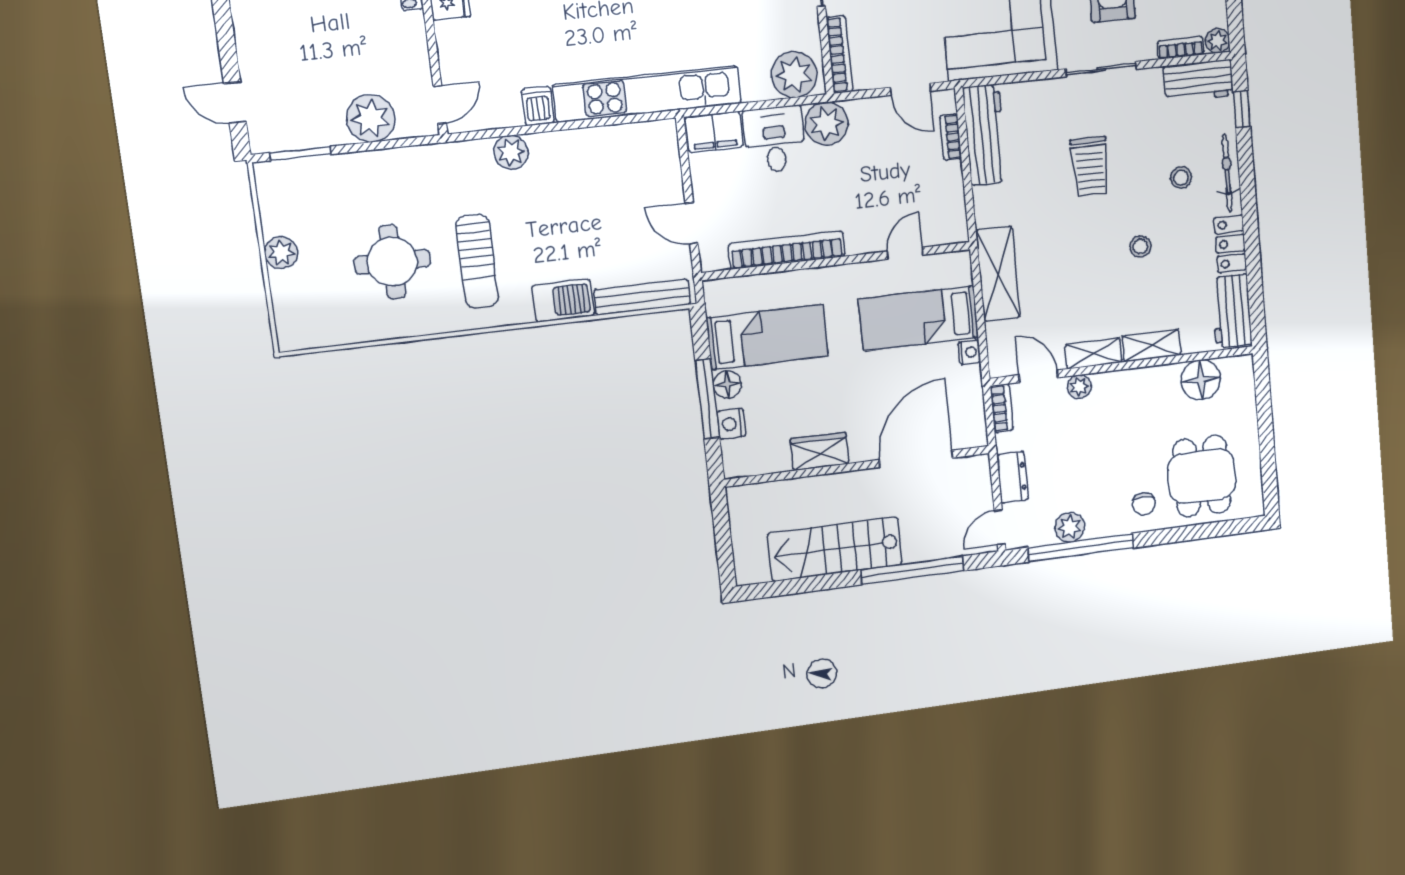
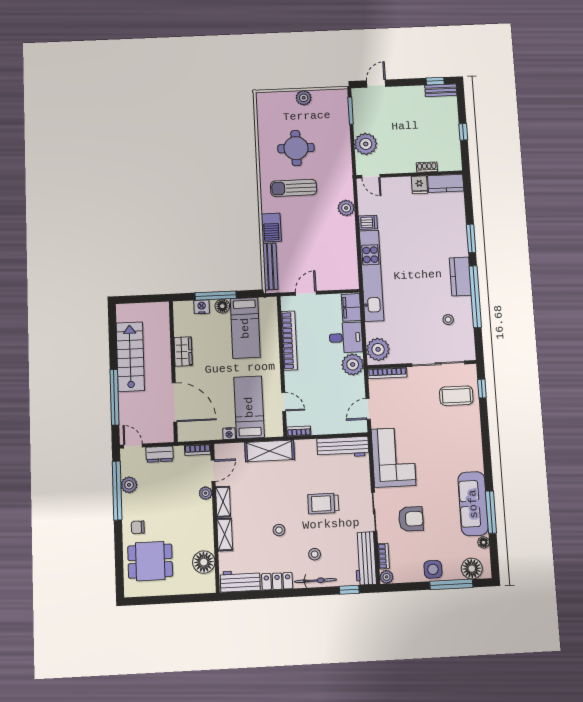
workbench: (1198, 81) -> (365, 558), width x1.38
bookcase: (951, 137) -> (299, 431), moved

